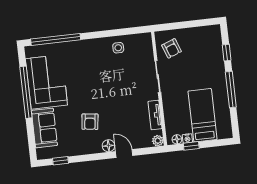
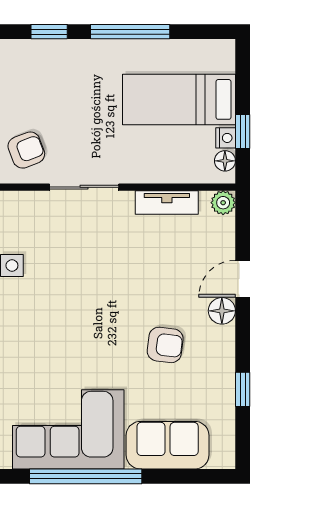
window: (61, 161) -> (243, 389), moved

